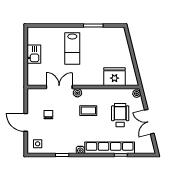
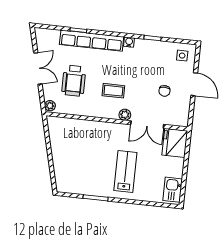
kitchen sink: (34, 54) -> (173, 190), moved
fridge: (114, 77) -> (175, 143), moved, turned 90

